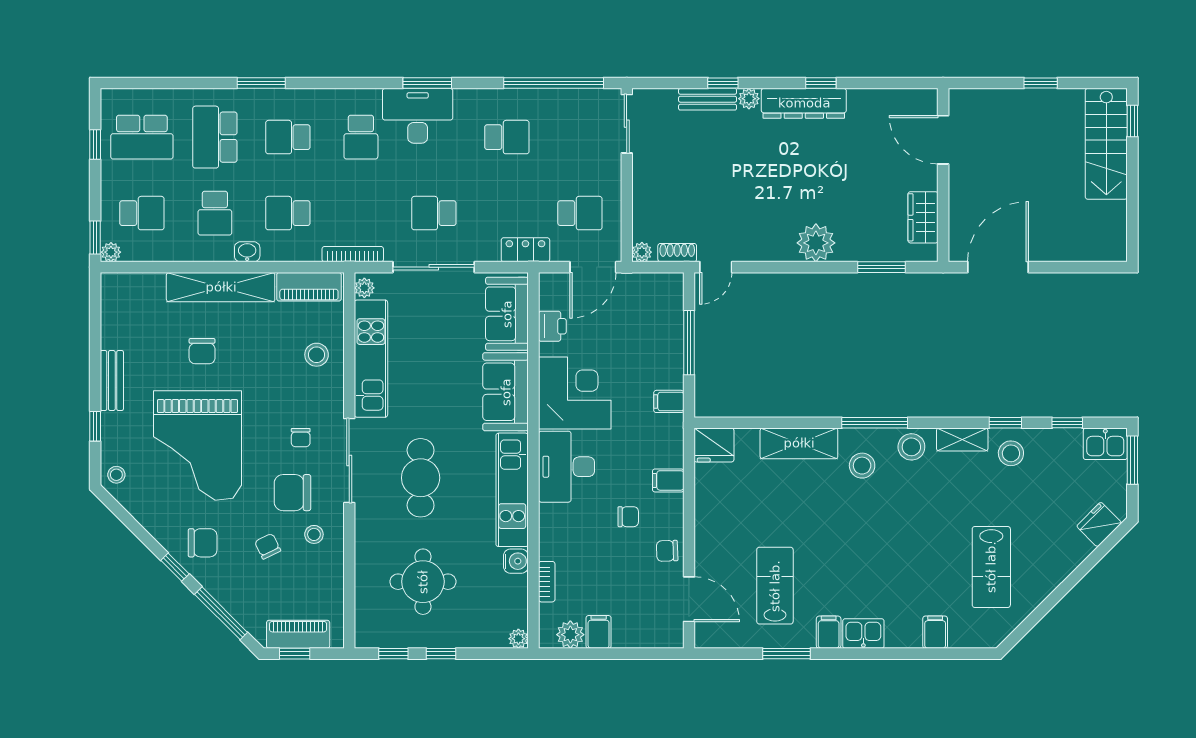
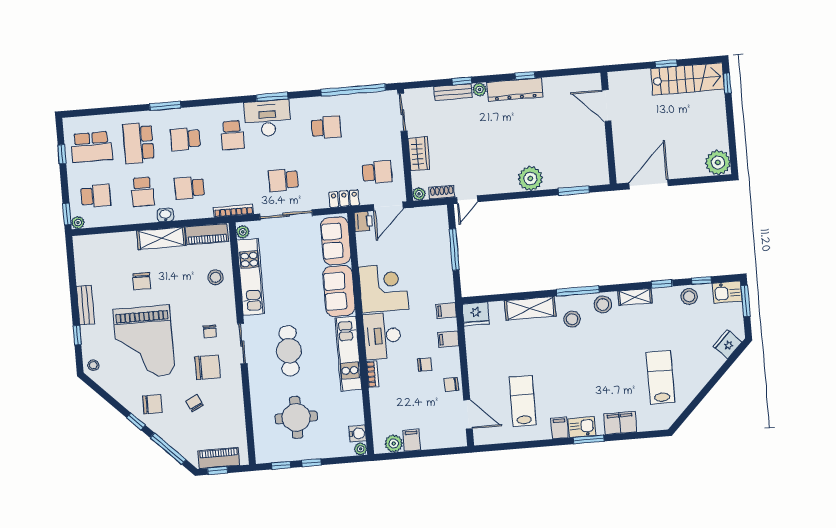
stairs: (1106, 144) -> (687, 79), moved, turned -90
wardrobe: (923, 217) -> (419, 154), moved, turned 180
plant: (1108, 242) -> (718, 163), added
shelving: (221, 287) -> (161, 238), width x0.68
printer: (552, 326) -> (363, 221), moved
filing cabinet: (669, 401) -> (446, 311), moved
stool: (1011, 453) -> (689, 296), moved
sliding door: (349, 461) -> (242, 344), width x0.73
chair: (292, 493) -> (207, 367), turned 180
stool: (314, 534) -> (224, 393), removed
water cooler: (516, 561) -> (358, 434), moved
lab bench: (991, 567) -> (661, 377), turned 180
bookcase: (547, 582) -> (373, 374), moved
filing cabinet: (935, 632) -> (620, 423), width x2.00
window: (786, 654) -> (589, 439), moved

